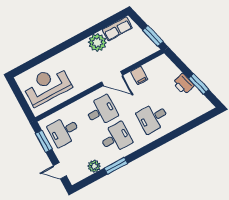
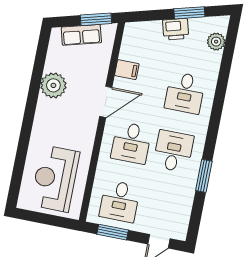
row of seats: (117, 29) -> (81, 35), moved, turned 75
desk: (101, 111) -> (131, 143), turned 180
plant: (94, 166) -> (216, 42), moved

